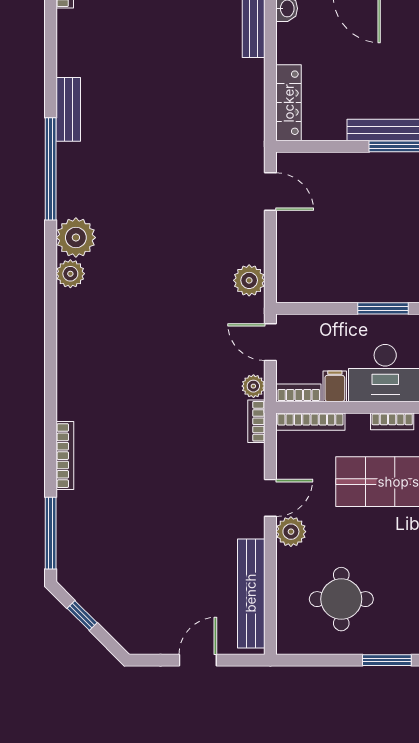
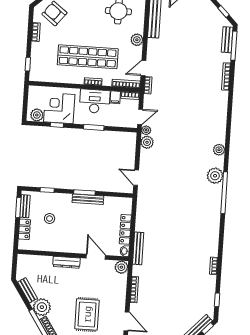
locker: (289, 103) -> (125, 229), moved
bench: (68, 109) -> (227, 40), moved
plant: (76, 238) -> (215, 176), moved
door: (270, 342) -> (140, 117), hinge flipped
plant: (253, 386) -> (146, 130), moved
door: (270, 498) -> (143, 68), moved

